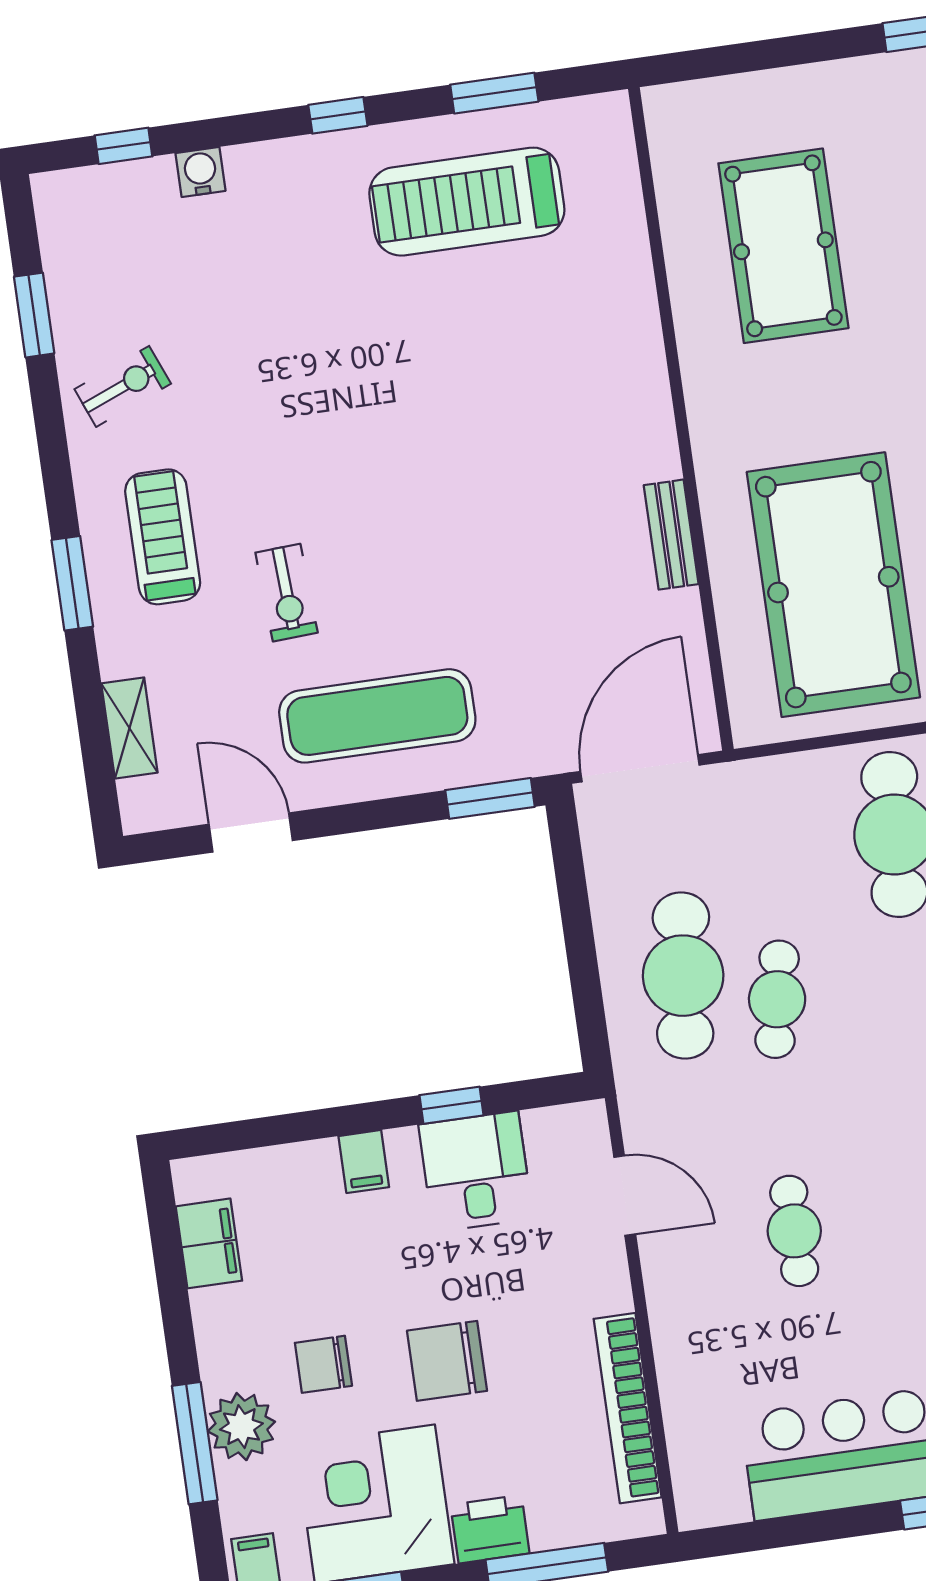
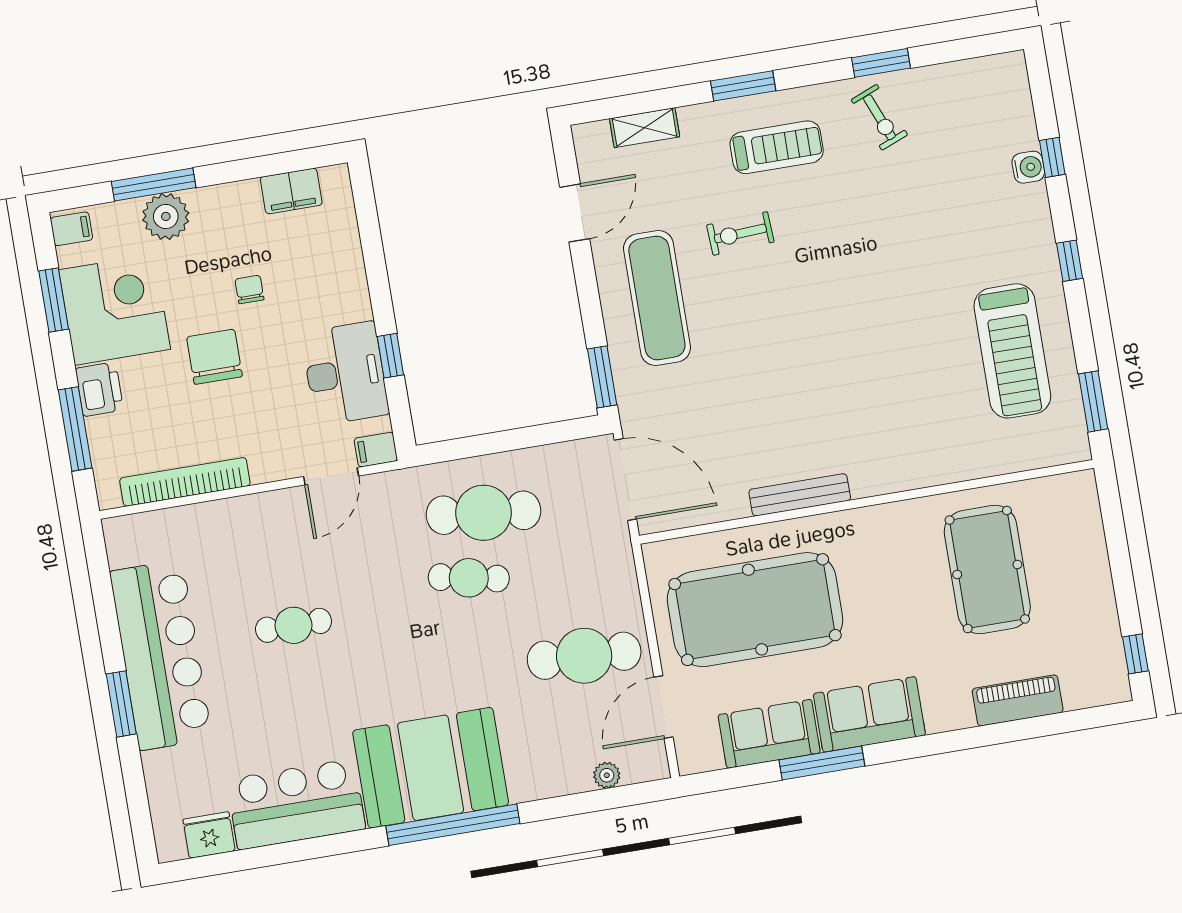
window: (494, 93) -> (1093, 401), moved
window: (123, 146) -> (1052, 157), moved
treadmill: (467, 202) -> (1012, 351), turned 180
pool table: (783, 246) -> (987, 569), turned 90
window: (34, 315) -> (881, 63), moved
bench: (671, 535) -> (800, 495), width x1.36
filing cabinet: (364, 1162) -> (376, 450), moved
desk: (476, 1172) -> (345, 373), width x1.37
cafe table: (794, 1231) -> (293, 625), moved
chair: (323, 1364) -> (249, 289), moved, width x0.73, depth x0.73

